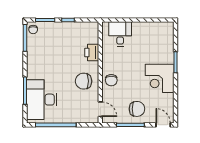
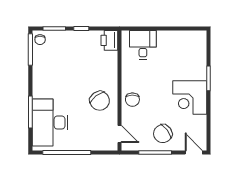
printer: (92, 52) -> (109, 40), moved
chair: (84, 81) -> (100, 101), turned -127
chair: (137, 109) -> (163, 134), turned 143

